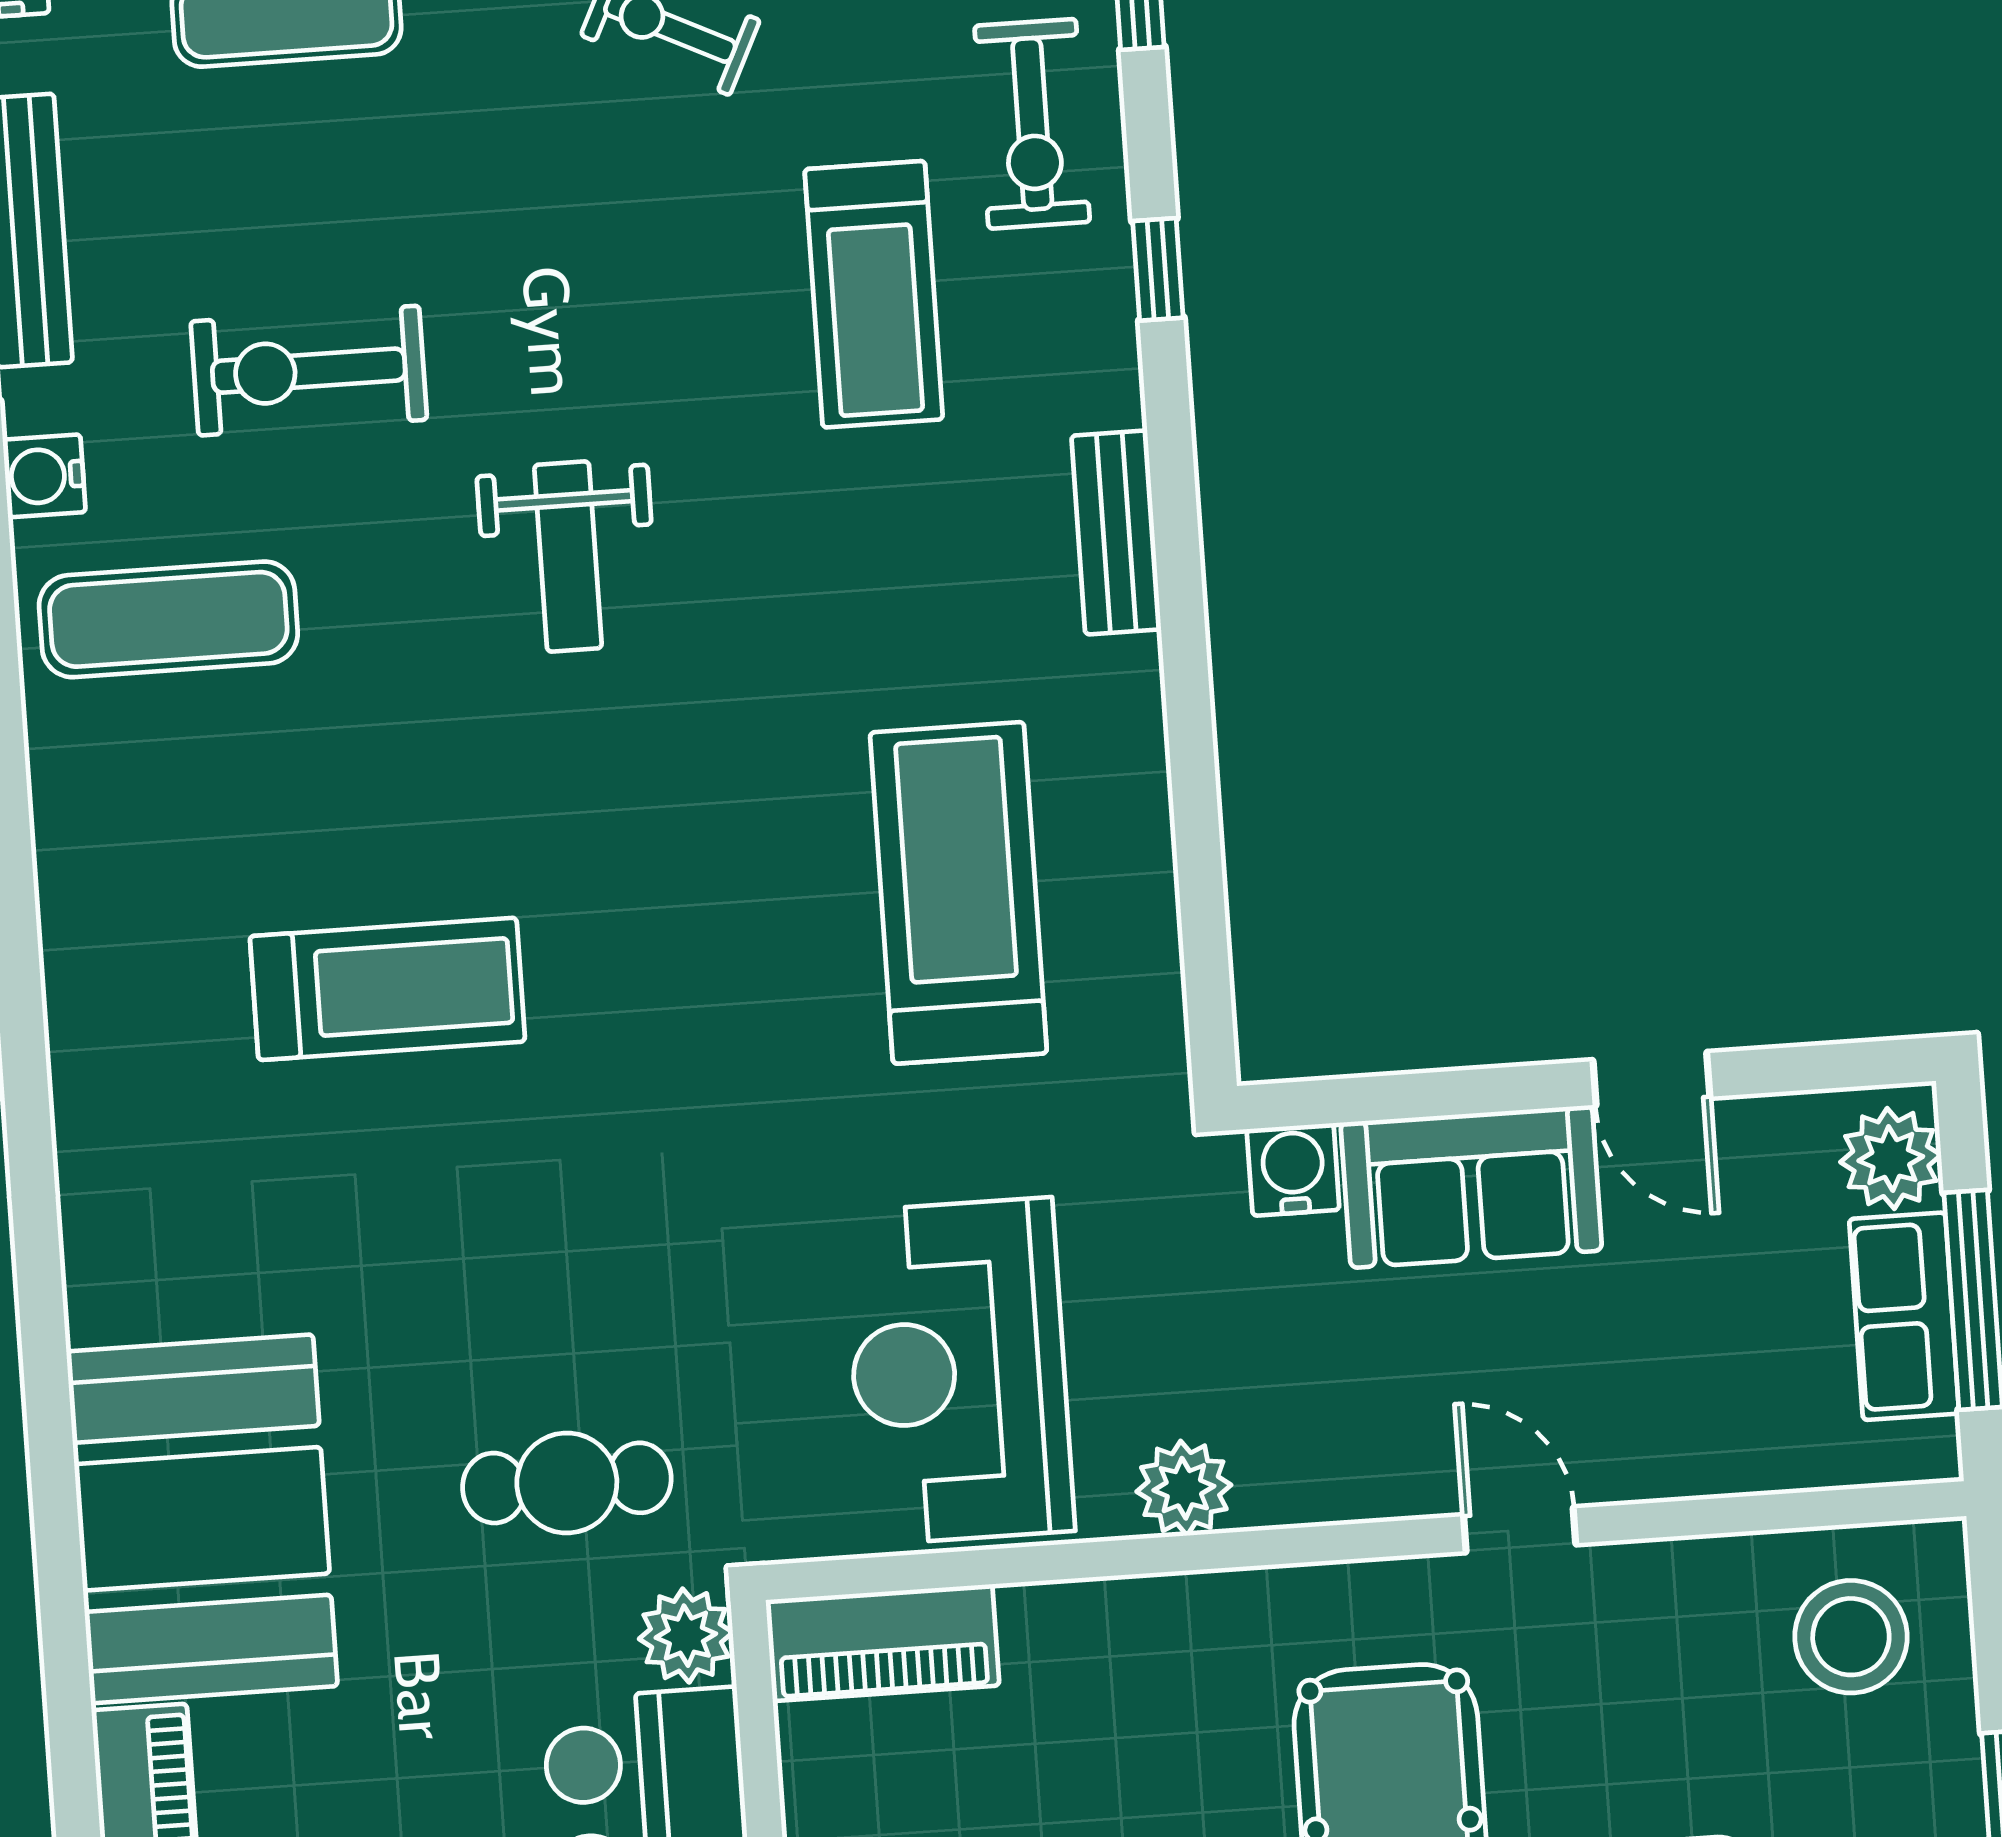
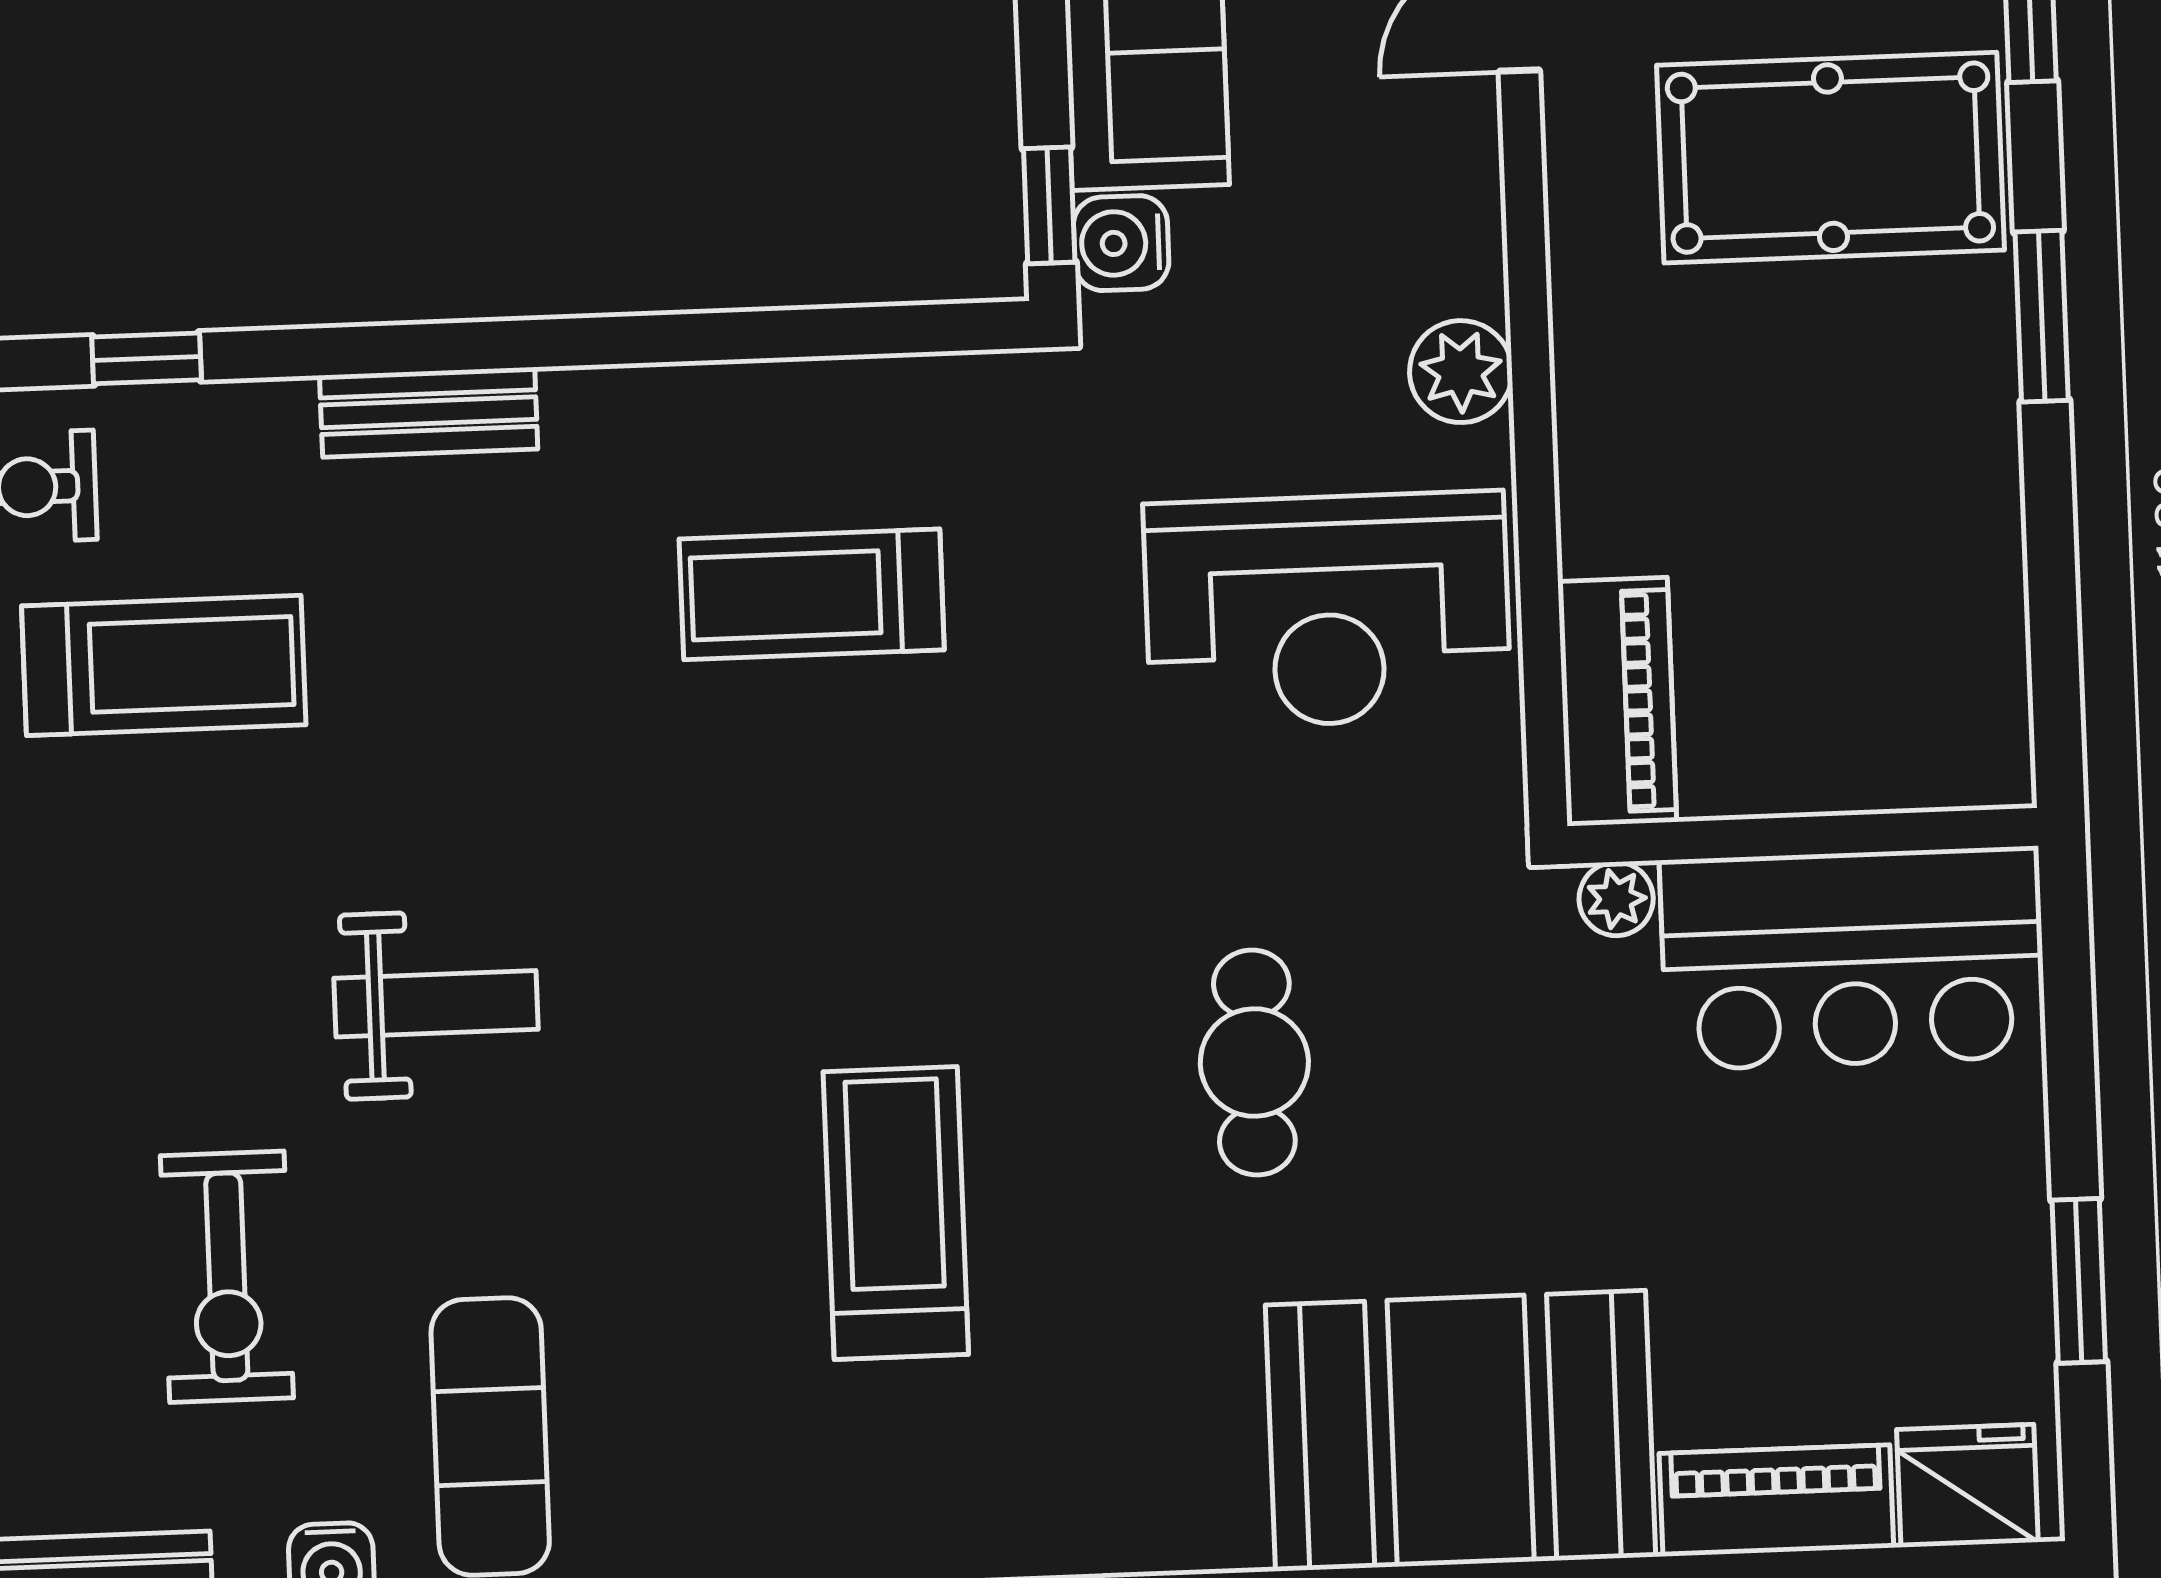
treadmill: (958, 893) -> (812, 594), width x0.73, depth x0.73
window: (1326, 1102) -> (1049, 205), added
cafe table: (567, 1483) -> (1254, 1063), moved
plant: (686, 1636) -> (1616, 899), width x0.73, depth x0.73

